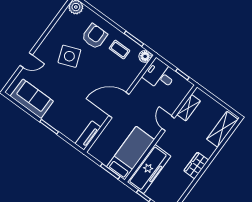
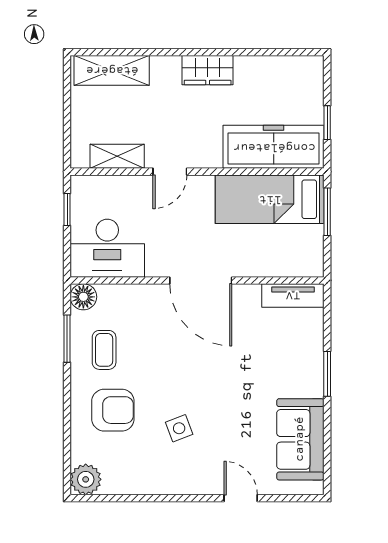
armchair: (94, 36) -> (113, 410), turned 180
side table: (69, 56) -> (179, 428), width x0.54, depth x0.54
desk: (160, 75) -> (107, 248), width x1.37

